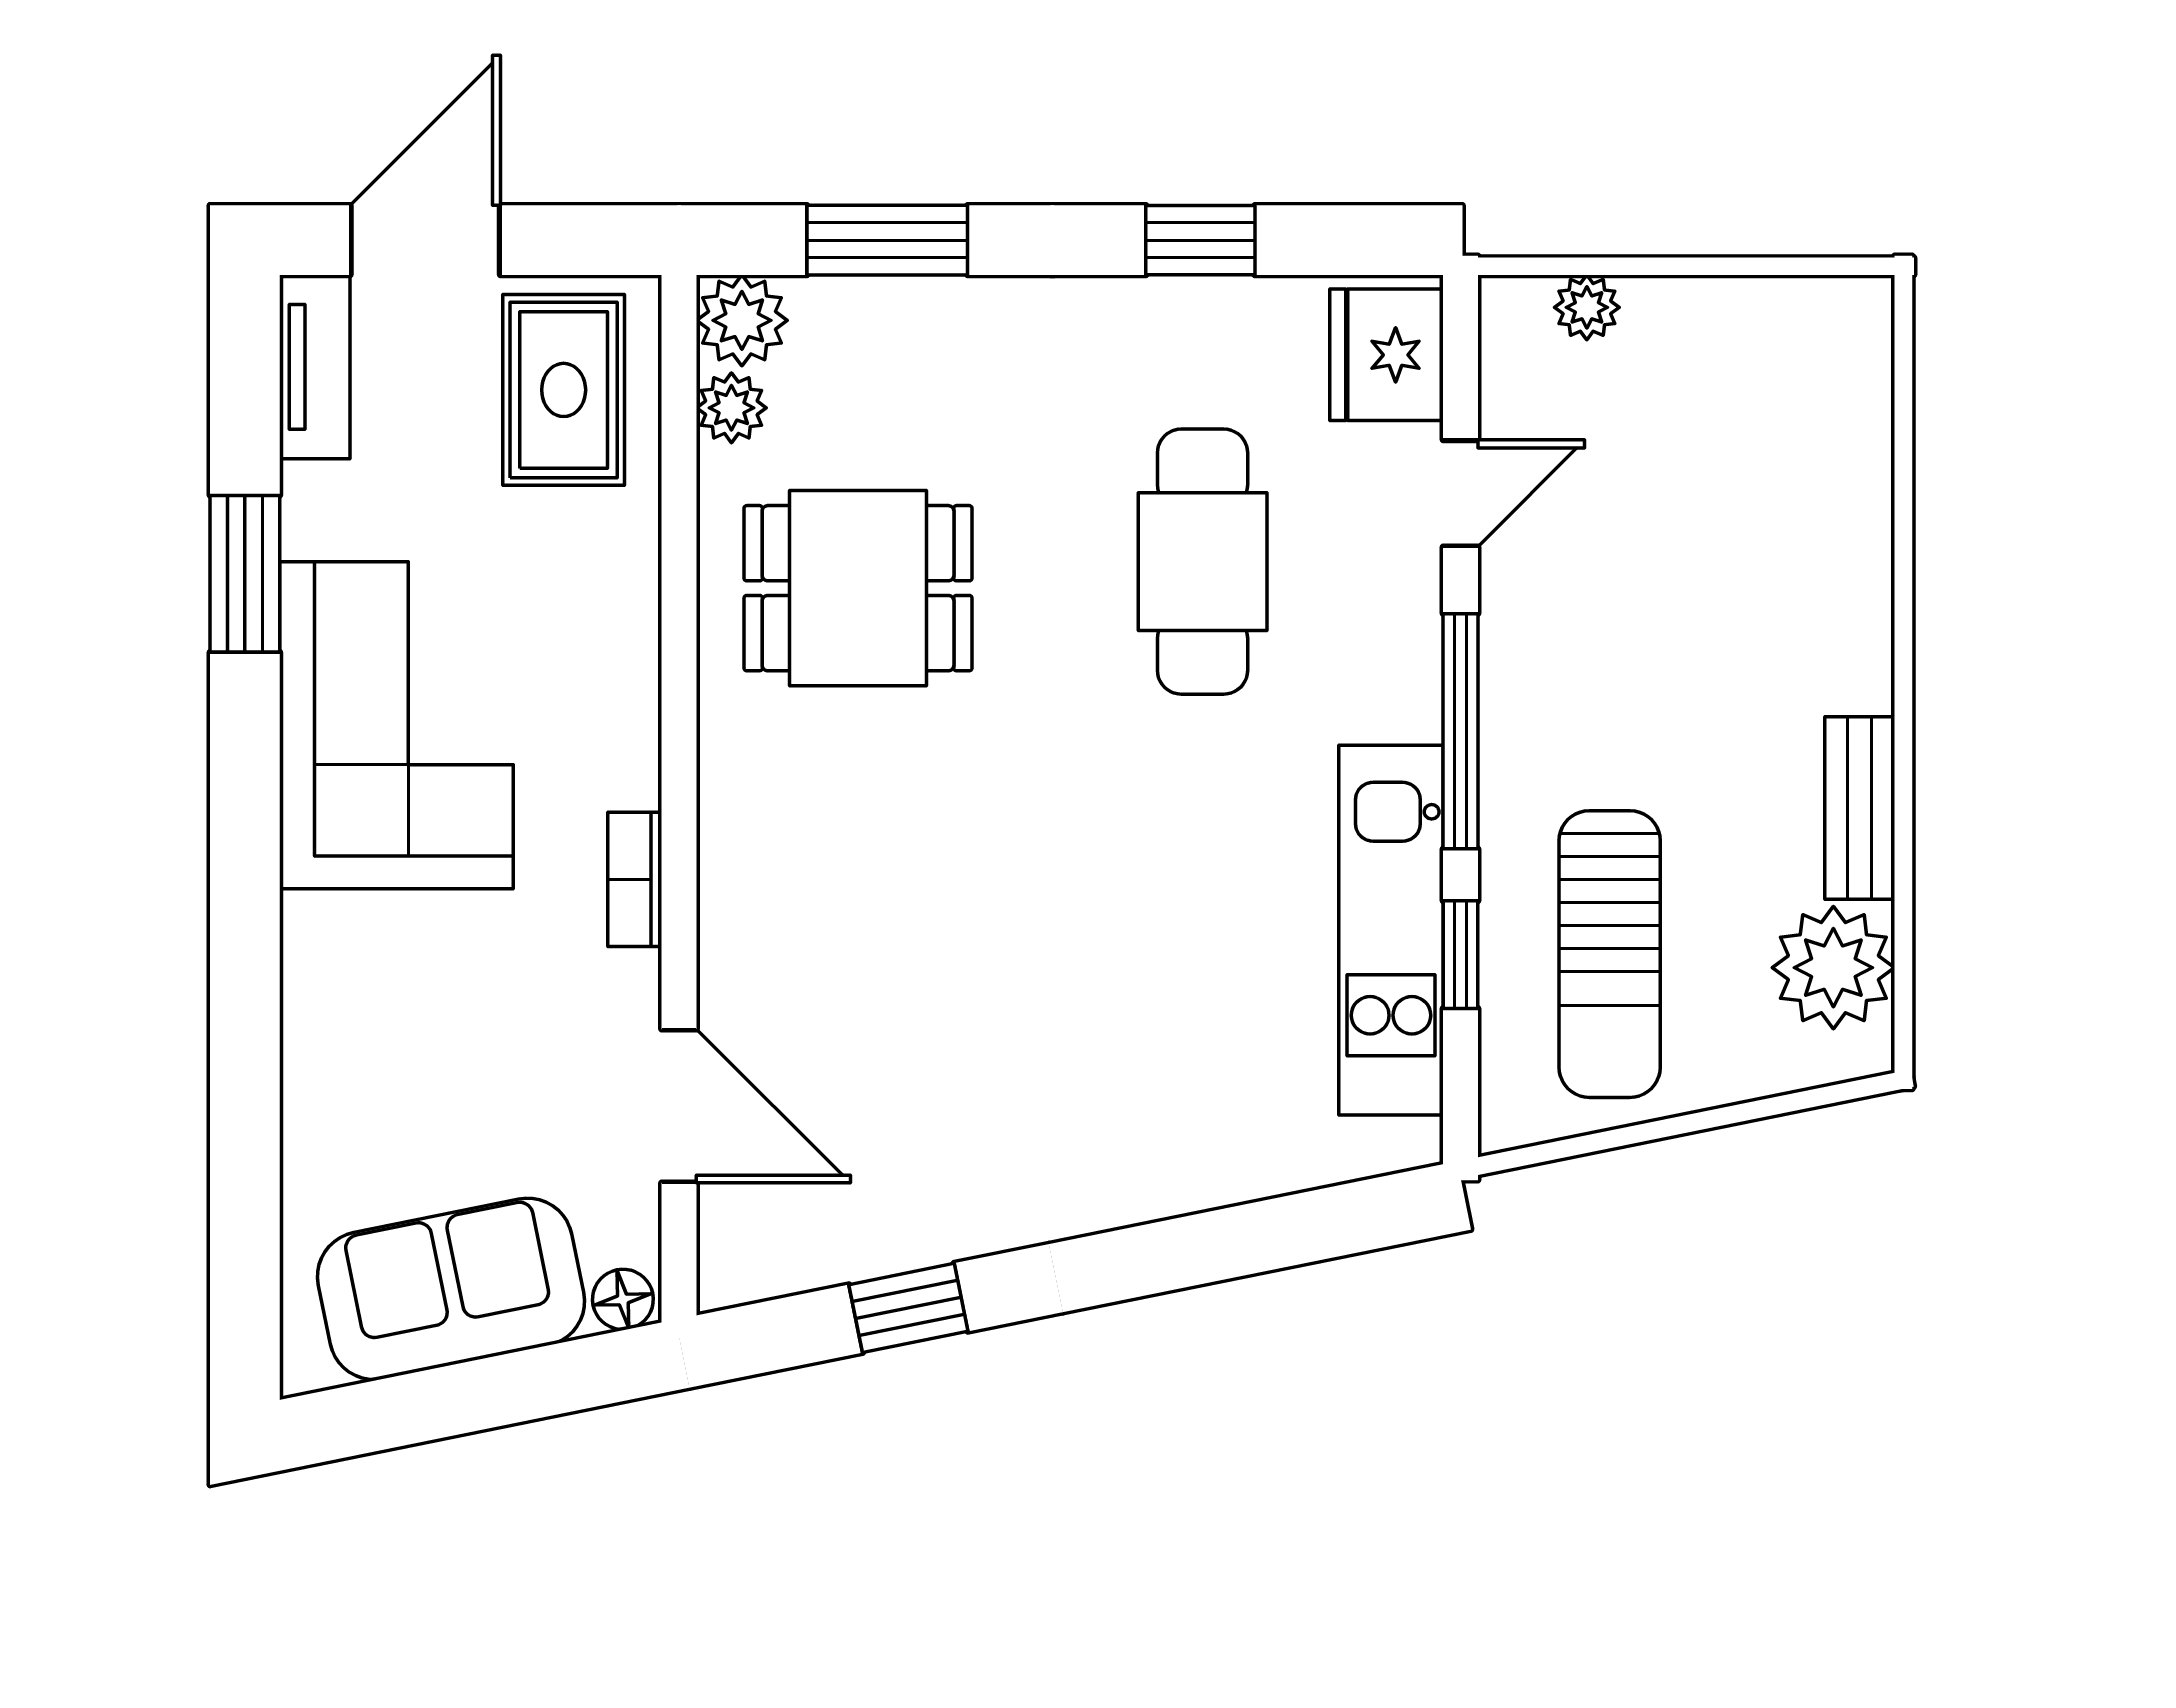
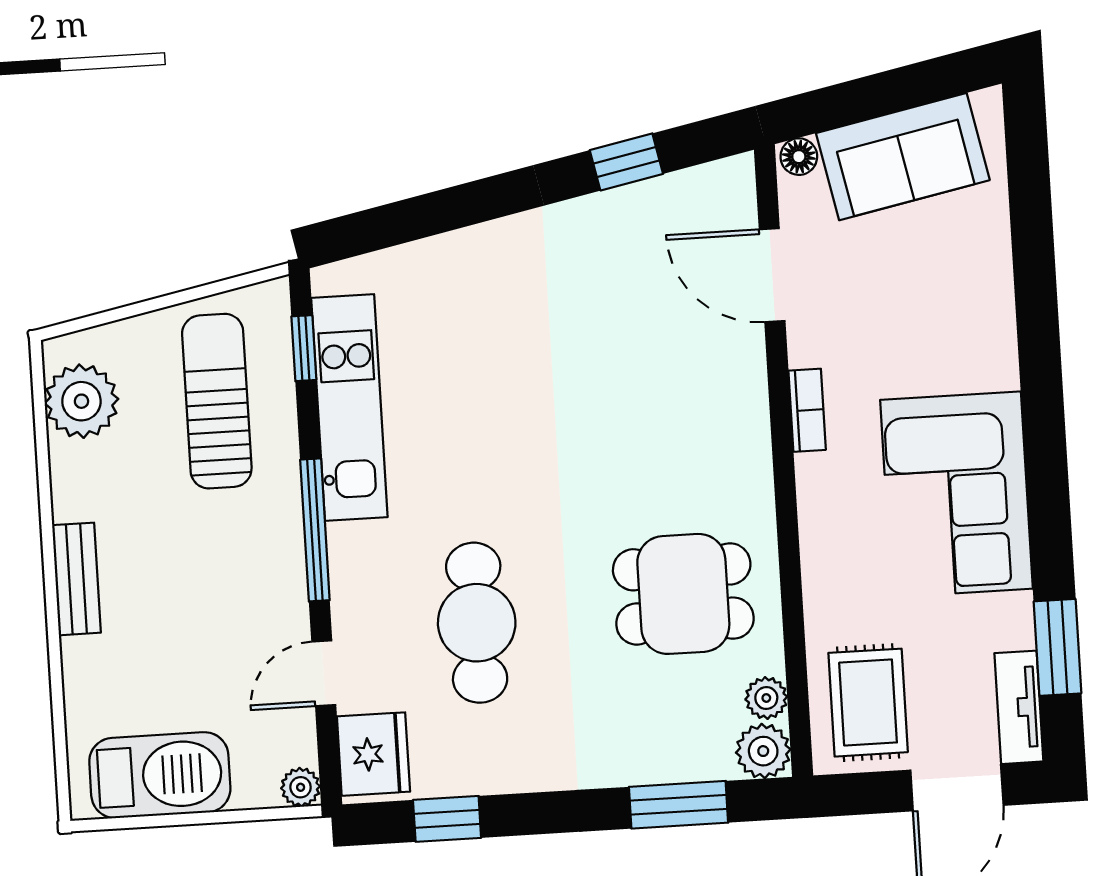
window: (1200, 240) -> (447, 819), moved
plant: (1587, 307) -> (301, 787), moved
barbecue: (1742, 342) -> (160, 775), added
window: (245, 574) -> (1058, 647), moved
bench: (1860, 808) -> (76, 579), moved
window: (1461, 955) -> (304, 348), moved

